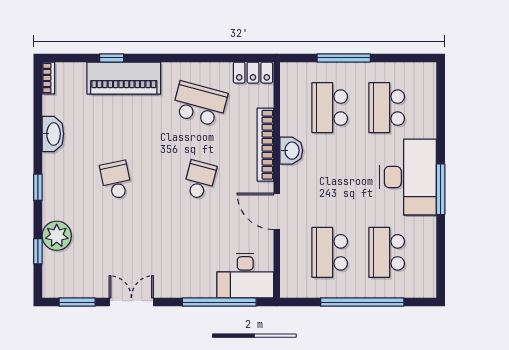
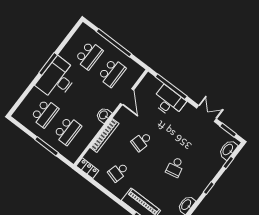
school desk: (200, 104) -> (118, 172), width x0.54
washbasin: (291, 151) -> (104, 115), moved
door: (277, 211) -> (127, 97), moved
plant: (57, 236) -> (216, 163), removed
washbasin: (54, 271) -> (228, 150), added
desk: (245, 276) -> (169, 101), moved
double door: (131, 302) -> (206, 114), swing flipped

